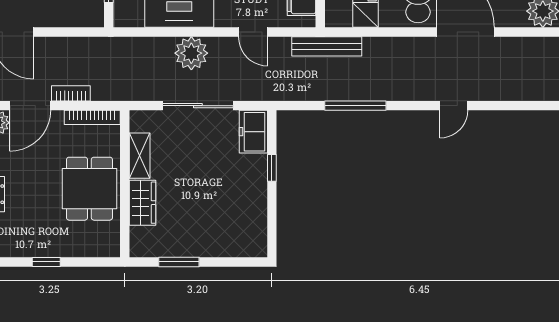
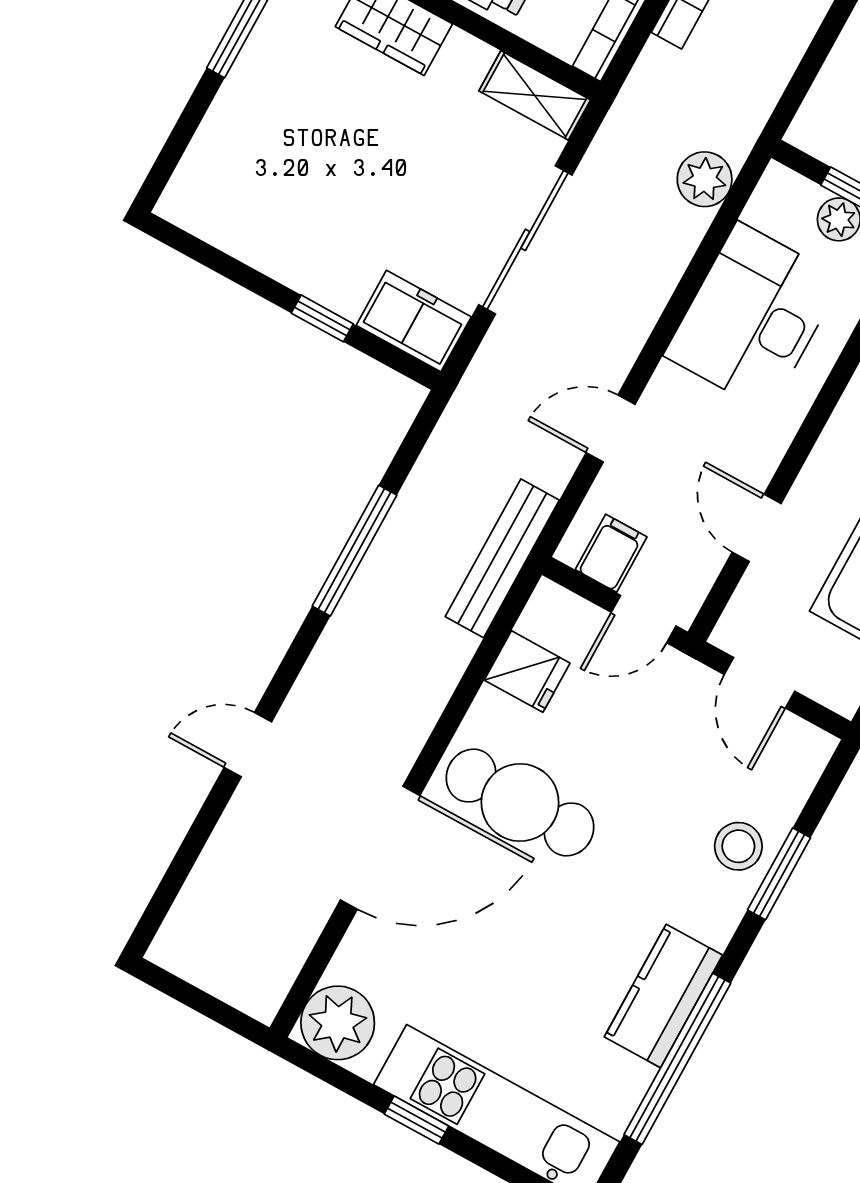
plant: (191, 53) -> (705, 179), moved, width x0.73, depth x0.73
door: (454, 106) -> (248, 745), hinge flipped
shelving: (140, 156) -> (535, 95), moved

